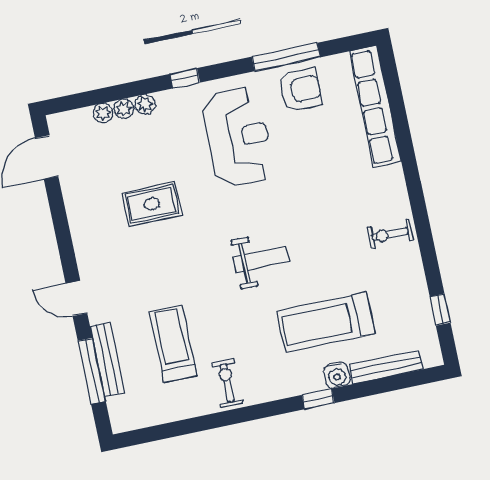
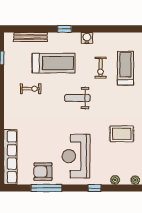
plant: (124, 109) -> (125, 180), removed
exercise bike: (390, 234) -> (31, 89), moved
treadmill: (173, 344) -> (126, 68), turned 180
water cooler: (337, 375) -> (87, 38), moved
exercise bike: (227, 383) -> (101, 68), moved

